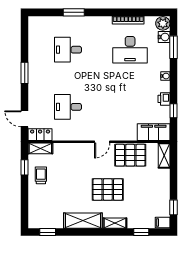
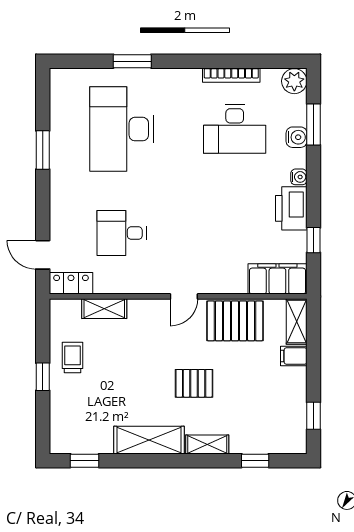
water cooler: (164, 37) -> (297, 137), moved
desk: (68, 50) -> (122, 129), width x1.87, depth x1.30
window: (25, 73) -> (43, 150), moved
printer: (164, 99) -> (291, 208), width x1.87, depth x1.48
shelving: (40, 148) -> (104, 309), moved
window: (25, 167) -> (43, 377), moved
pallet: (108, 189) -> (194, 383), width x0.67, depth x0.71
filing cabinet: (163, 223) -> (294, 356), moved

